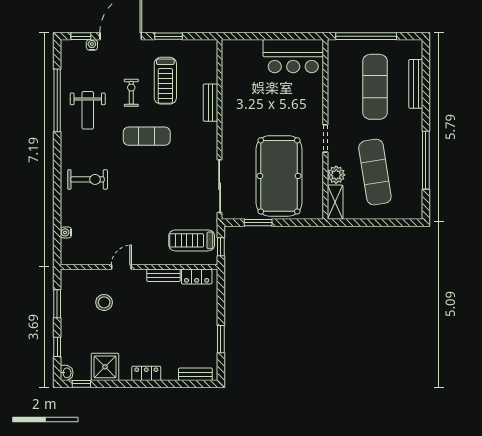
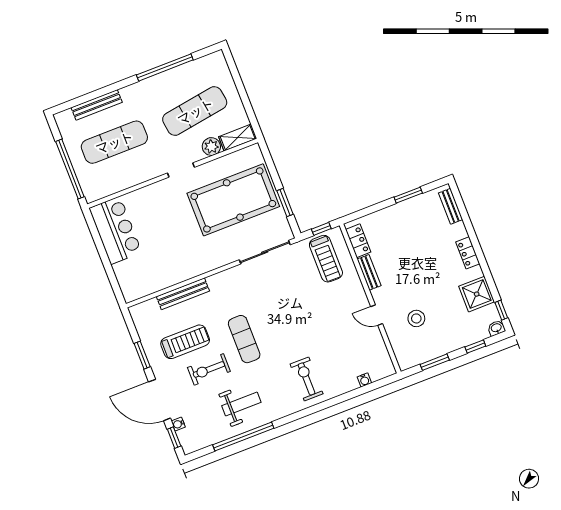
exercise bike: (131, 93) -> (209, 369), width x1.38, depth x1.39
bench: (210, 103) -> (183, 294), width x1.36

